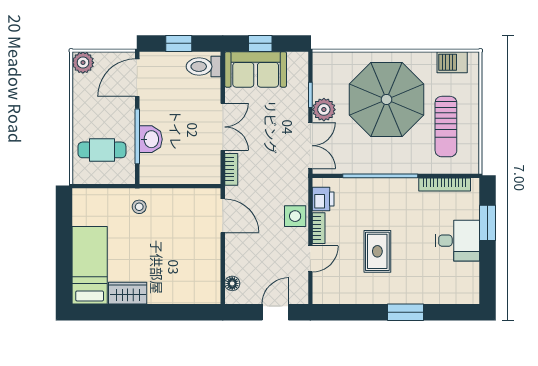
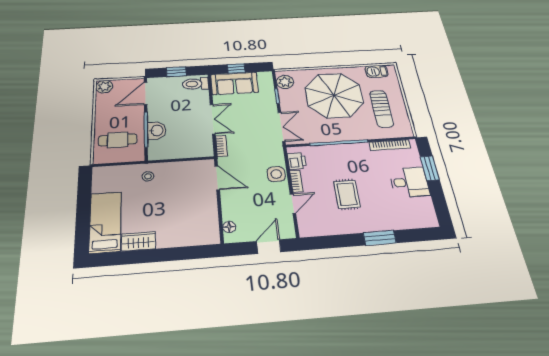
plant: (324, 110) -> (285, 82), moved

